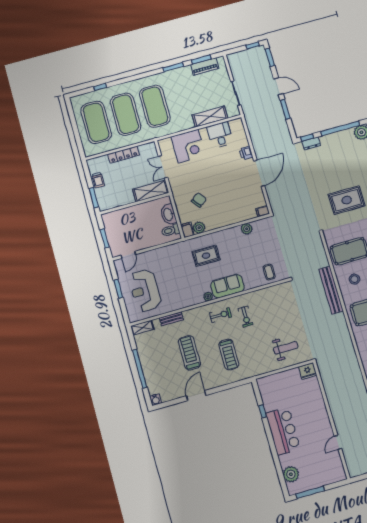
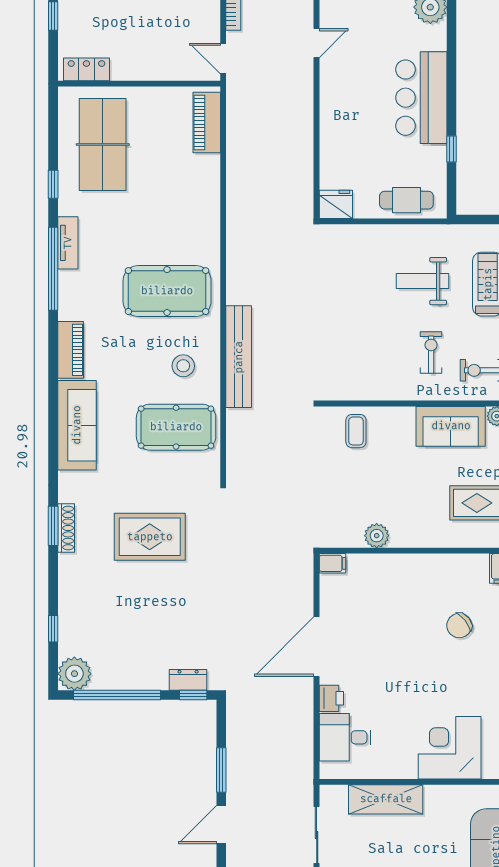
door: (278, 86) -> (221, 825), hinge flipped
desk: (220, 135) -> (345, 737), moved, turned 90
plant: (199, 228) -> (475, 566), removed
weight bench: (286, 348) -> (422, 281), moved
cafe table: (276, 382) -> (406, 200), added

